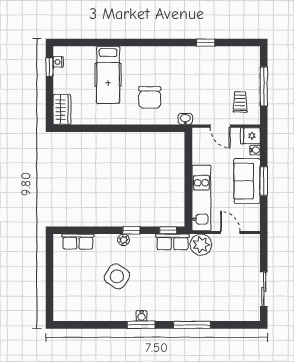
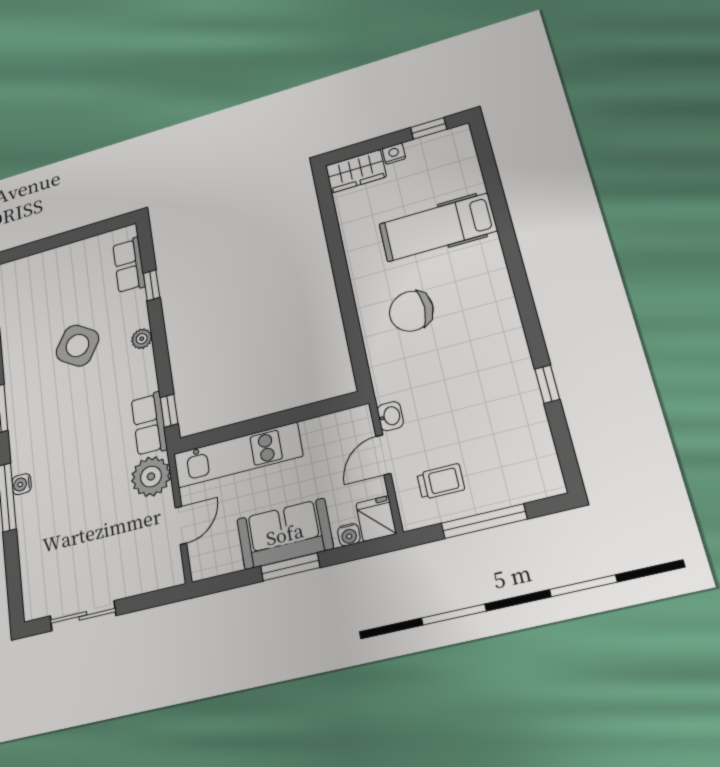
nightstand: (58, 62) -> (394, 154), moved
washbasin: (185, 119) -> (390, 416), moved
window: (131, 230) -> (152, 285), moved
water cooler: (142, 316) -> (22, 484), moved

